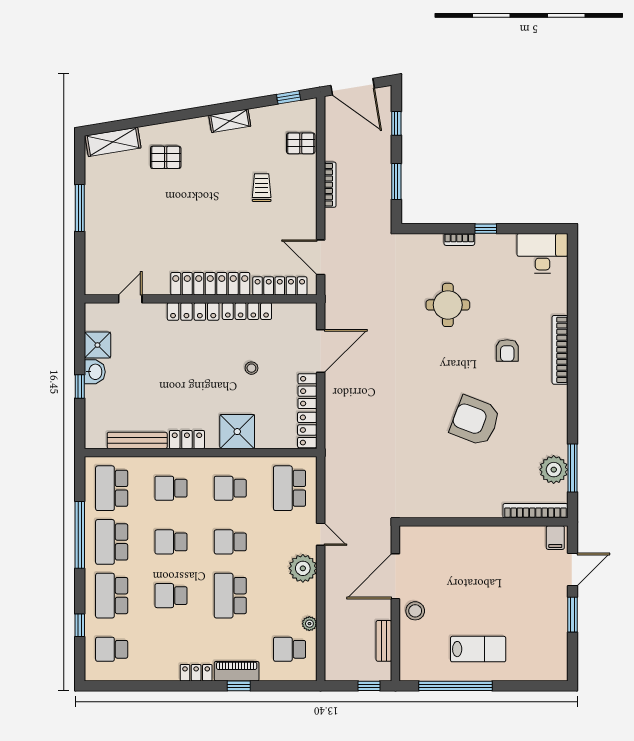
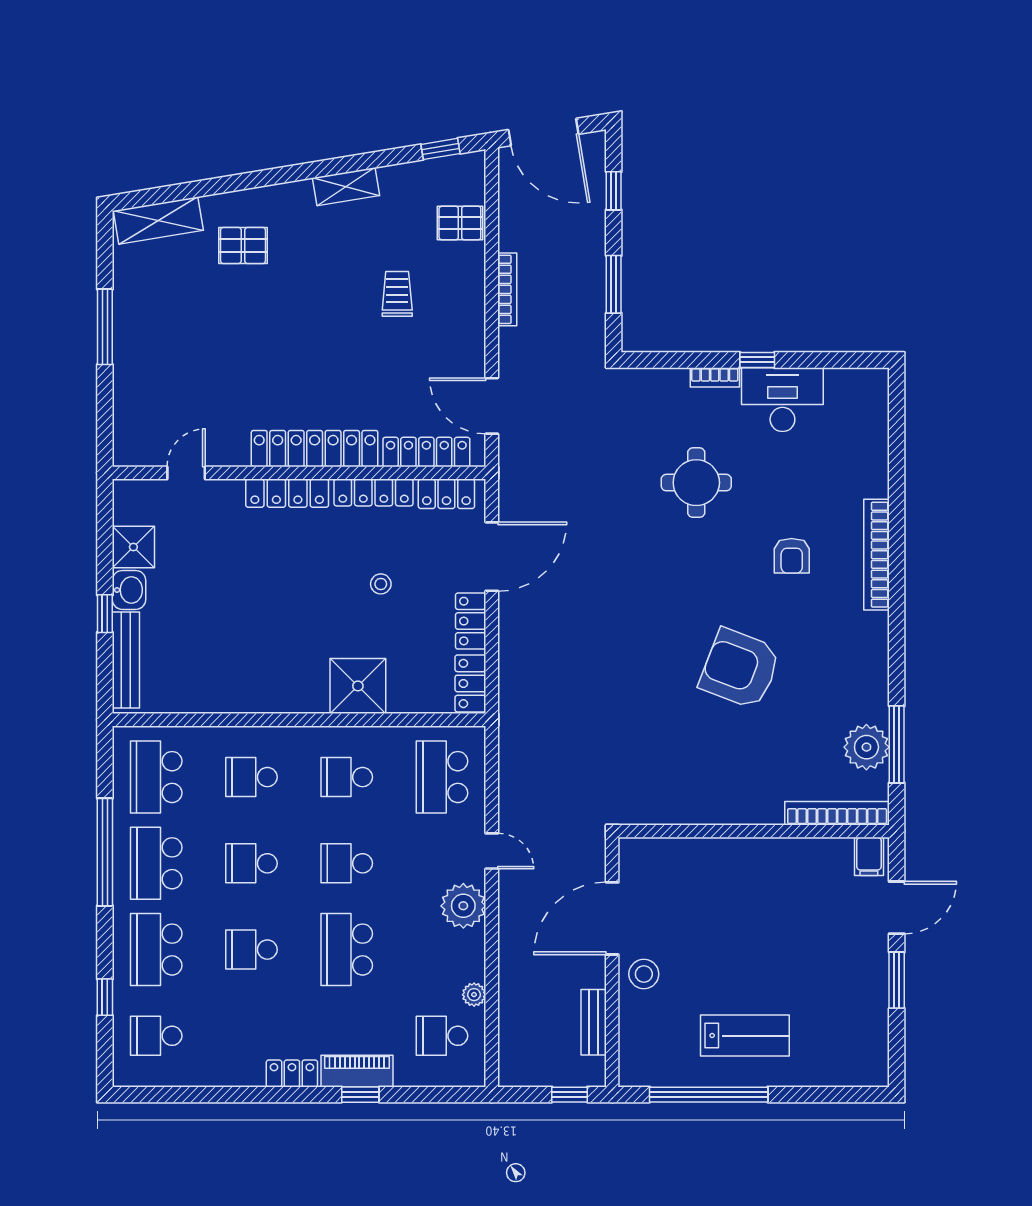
desk: (542, 253) -> (782, 400), moved
bench: (137, 440) -> (126, 660), moved, turned 90
locker: (187, 440) -> (446, 494), moved, turned 180

